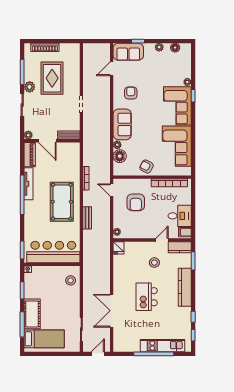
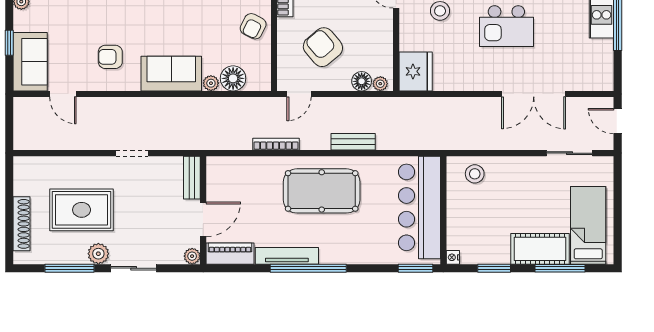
armchair: (136, 202) -> (323, 47), turned -130
floor lamp: (118, 222) -> (362, 81), added
fridge: (119, 248) -> (416, 71), width x1.88, depth x1.34

